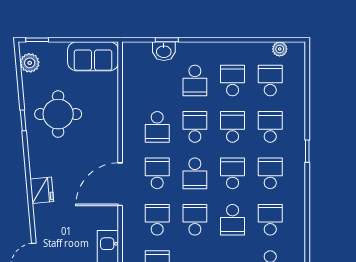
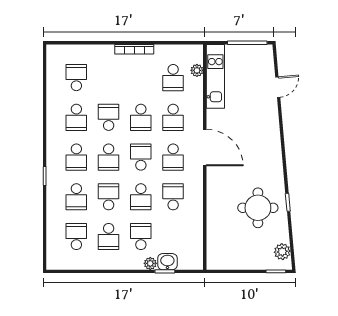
plant: (280, 49) -> (150, 263), moved
sofa: (93, 56) -> (228, 257), removed
school desk: (270, 80) -> (76, 237), turned 180
school desk: (233, 127) -> (109, 197), turned 180
door: (120, 184) -> (205, 148), hinge flipped
fridge: (42, 190) -> (272, 142), removed

